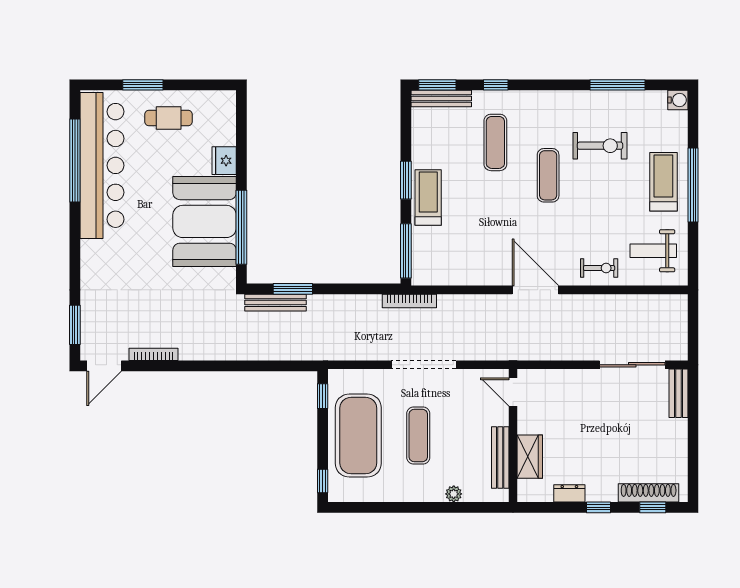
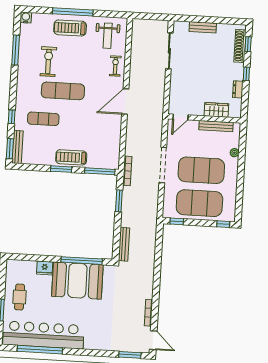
exercise mat: (548, 175) -> (63, 91), width x1.36, depth x1.45
window: (293, 289) -> (119, 201), moved
bench: (678, 393) -> (203, 27), moved
exercise mat: (418, 436) -> (201, 170), width x2.00, depth x1.45

